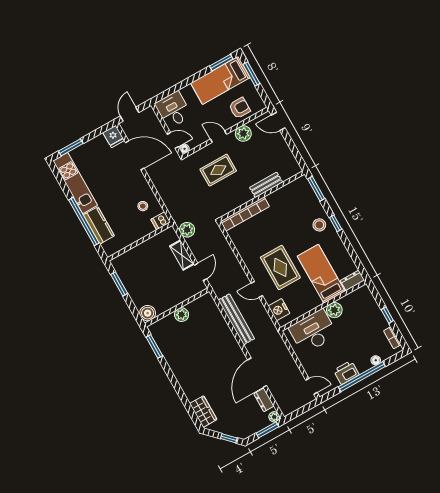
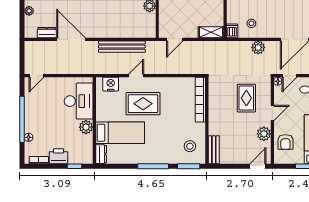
bench: (266, 185) -> (214, 150), moved
window: (336, 223) -> (153, 166), width x2.17
stool: (319, 225) -> (190, 146), moved
plant: (187, 230) -> (258, 47), moved
shelving: (182, 255) -> (211, 32), moved
door: (200, 272) -> (175, 39), hinge flipped
window: (387, 315) -> (75, 166), moved
printer: (346, 372) -> (59, 156), moved, turned -90
plant: (274, 417) -> (29, 11), moved
window: (267, 430) -> (22, 22), removed

